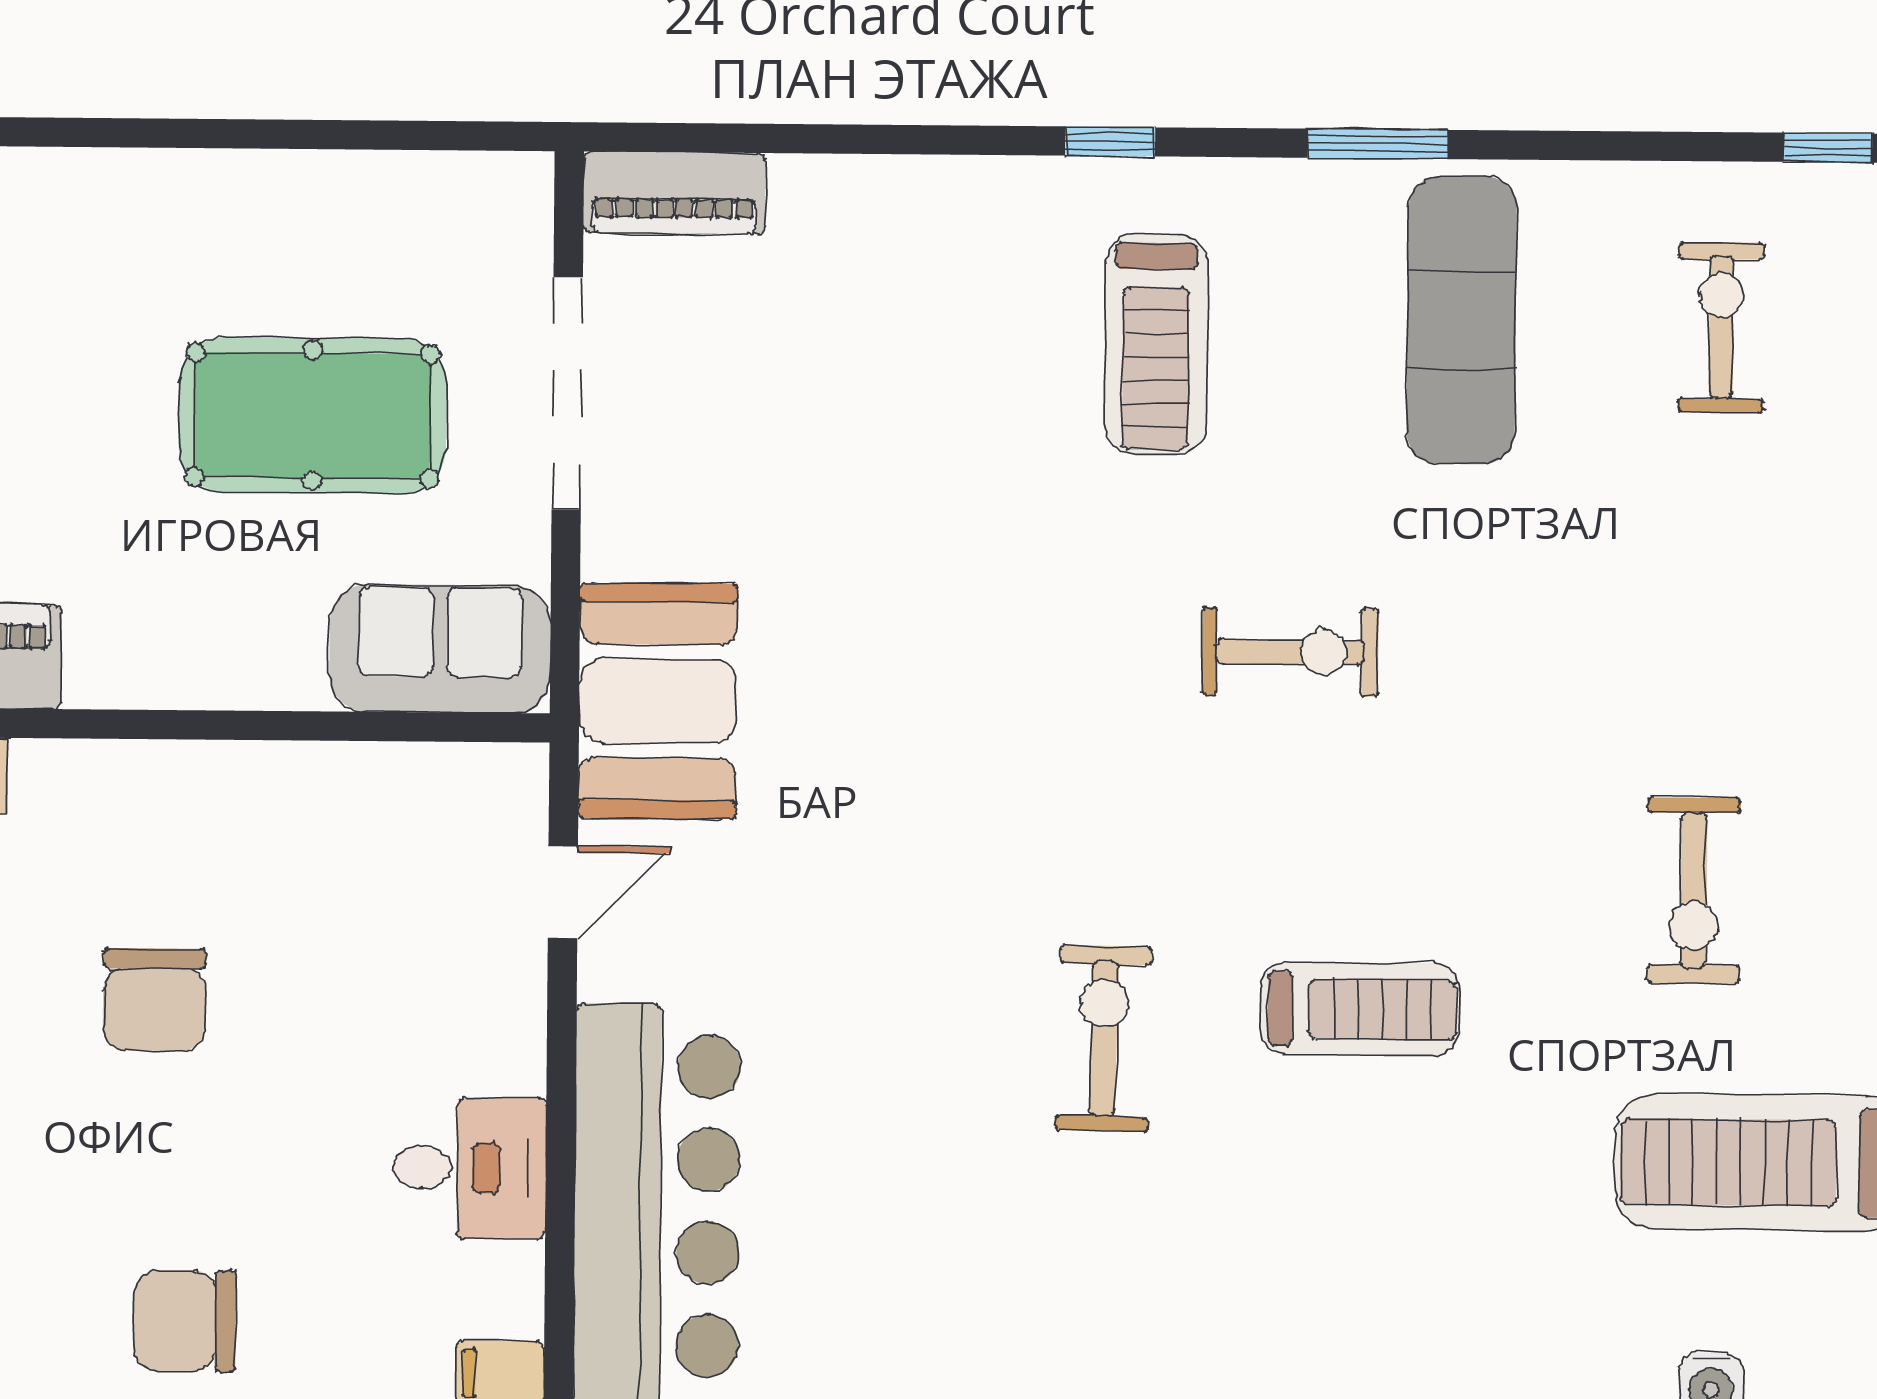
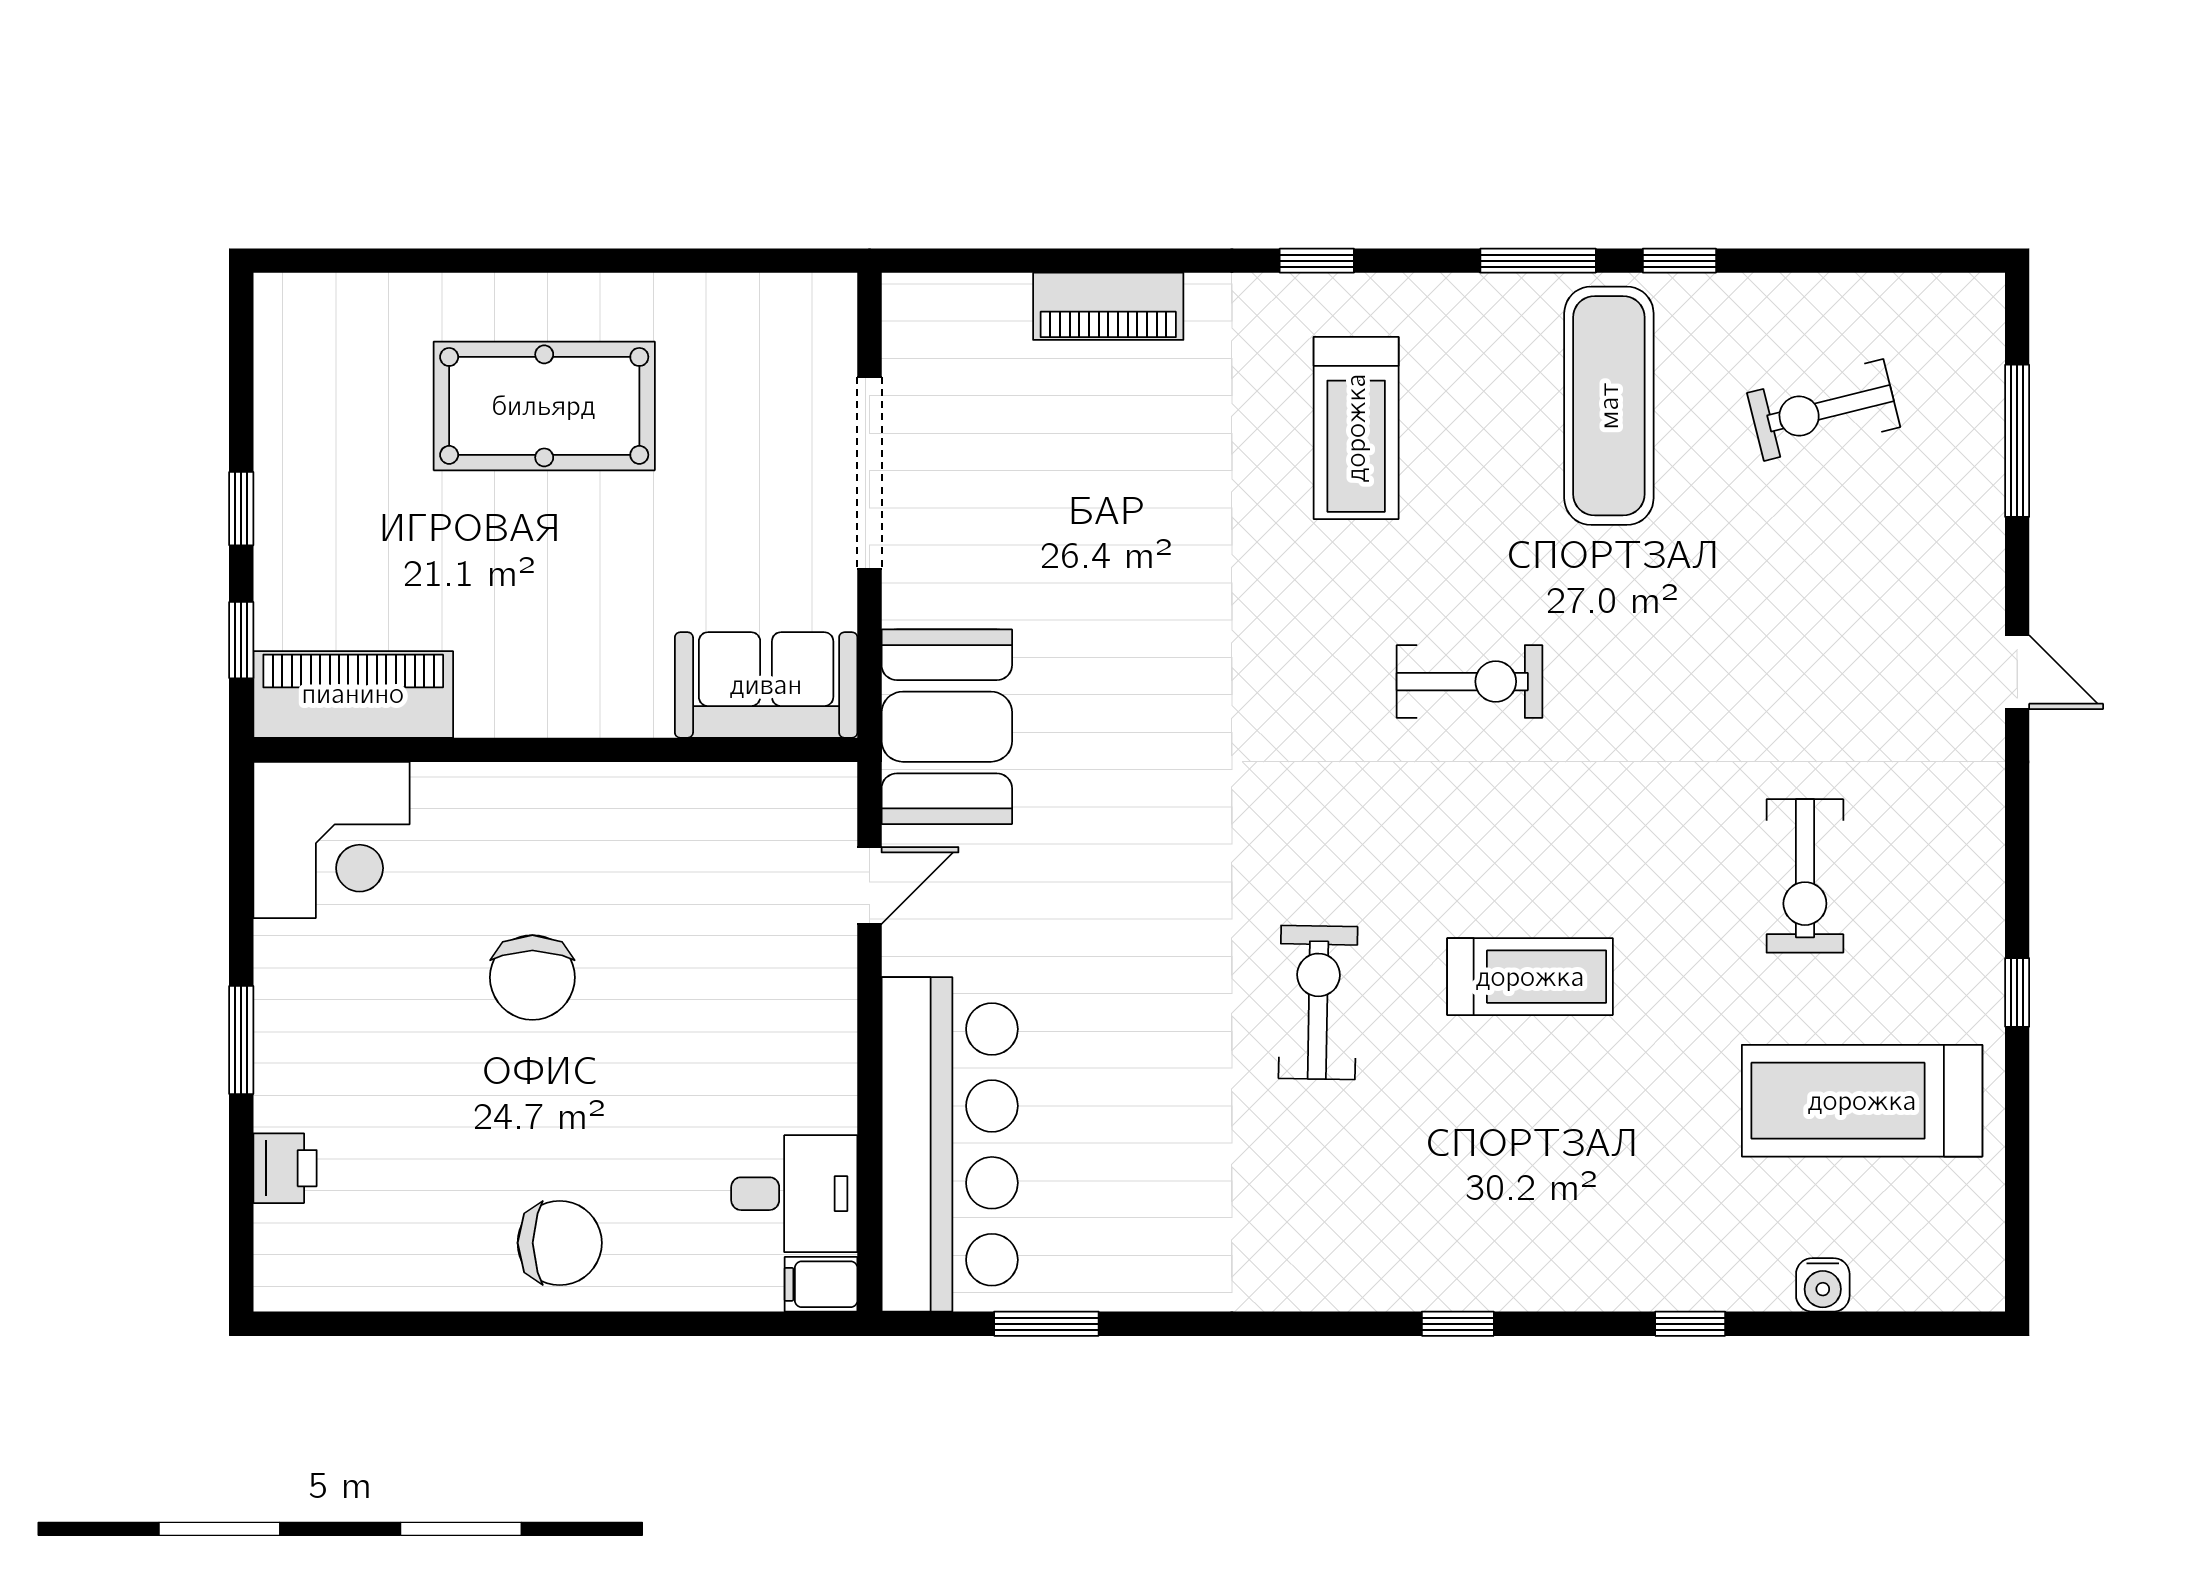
window: (1828, 148) -> (1679, 261), moved
piano: (674, 193) -> (1108, 306), moved
exercise bike: (1721, 327) -> (1824, 410), turned -104
pool table: (313, 415) -> (544, 406), moved
desk: (470, 1168) -> (794, 1194), moved
chair: (185, 1321) -> (560, 1243), turned 180

